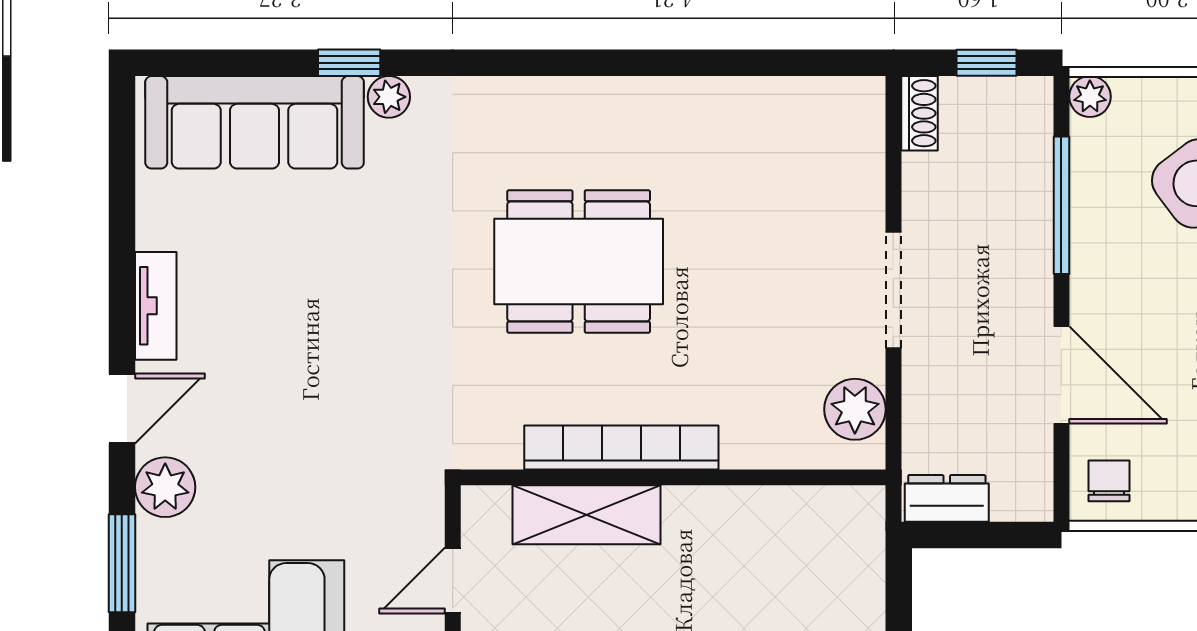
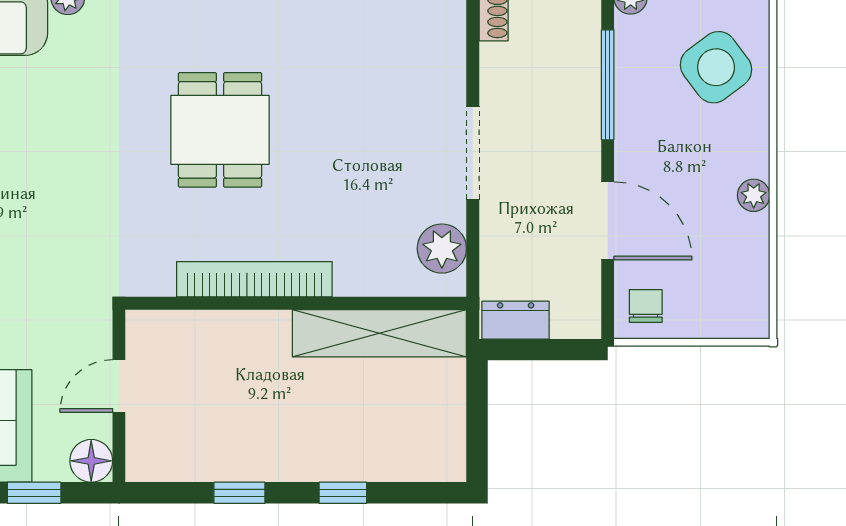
dining table: (579, 261) -> (220, 130), width x0.73
shelving: (587, 515) -> (379, 333), moved, width x1.47

